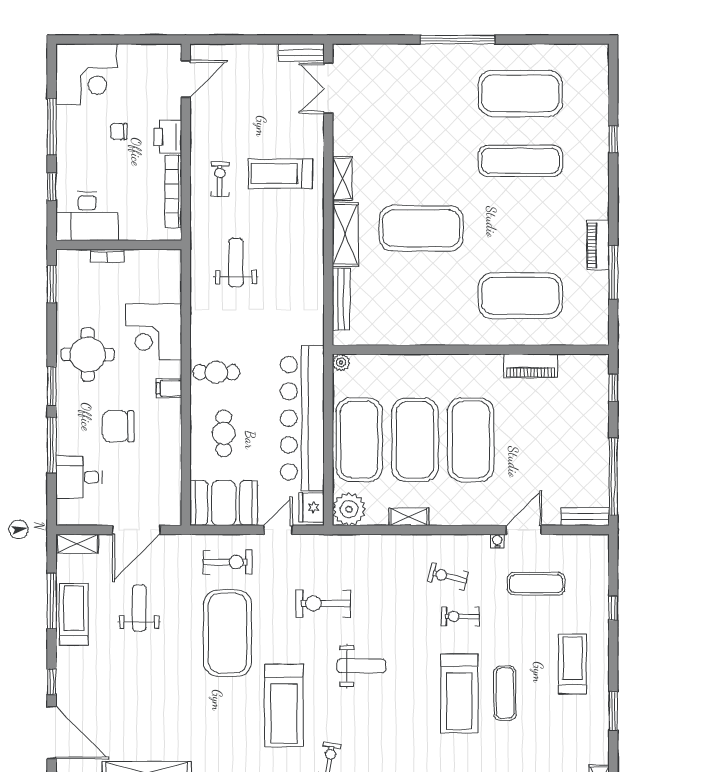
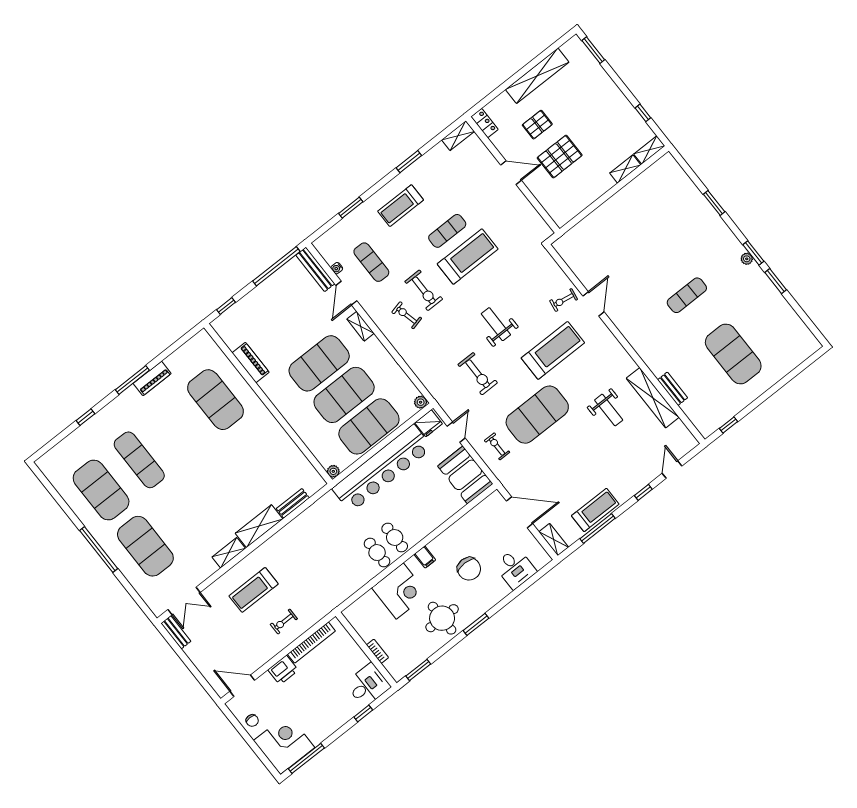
window: (52, 127) -> (306, 758), moved
chair: (119, 131) -> (252, 720), moved
treadmill: (280, 174) -> (254, 590), turned 90
desk: (87, 216) -> (368, 685), width x0.73
exercise mat: (421, 228) -> (145, 546), moved
weight bench: (236, 263) -> (324, 575), removed
window: (613, 272) -> (132, 380), moved
bench: (341, 299) -> (293, 503), width x0.73
cafe table: (224, 433) -> (377, 553), moved, turned 90
window: (52, 445) -> (509, 598), removed
plant: (349, 509) -> (421, 402), width x0.53, depth x0.53
shelving: (409, 517) -> (361, 326), moved
bench: (585, 517) -> (315, 269), width x1.36
door: (278, 530) -> (456, 432), swing flipped
door: (524, 530) -> (346, 293), hinge flipped
water cooler: (497, 541) -> (337, 268), moved
exercise bike: (227, 562) -> (497, 446), width x0.73, depth x0.72
exercise bike: (448, 576) -> (407, 315), turned 152
weight bench: (139, 608) -> (609, 410), moved, turned -90
window: (613, 608) -> (351, 208), width x1.50
treadmill: (74, 614) -> (595, 510), turned 180
exercise bike: (460, 616) -> (424, 290), width x1.38, depth x1.39
door: (52, 733) -> (672, 470), width x0.53

